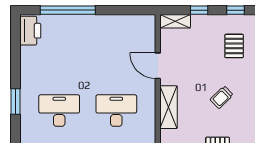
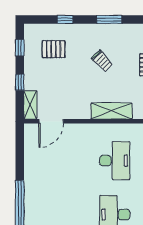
door: (158, 66) -> (51, 121), moved
desk: (116, 111) -> (115, 161), turned 180

